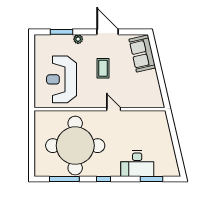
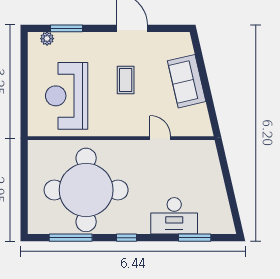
plant: (78, 39) -> (47, 39), moved
sofa: (142, 54) -> (187, 81), moved
door: (114, 109) -> (160, 138), moved

